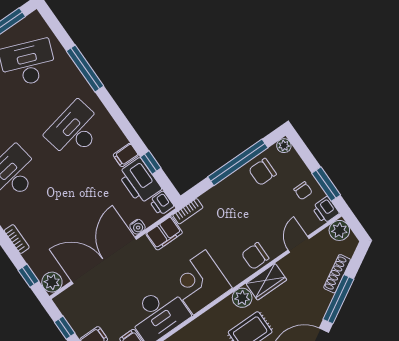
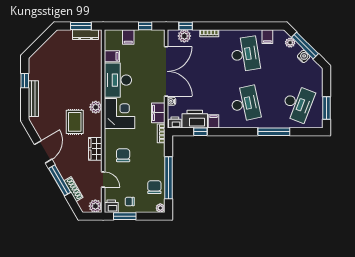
chair: (255, 256) -> (123, 155), moved
plant: (52, 282) -> (184, 36), moved
plant: (242, 298) -> (96, 107), moved

